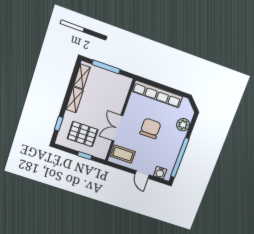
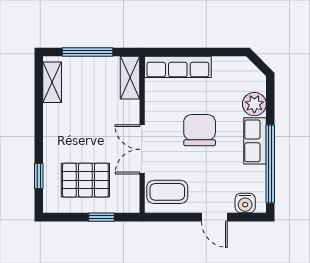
row of seats: (157, 94) -> (178, 67), width x0.73
shelving: (74, 100) -> (130, 78), moved
row of seats: (176, 143) -> (255, 141), added

